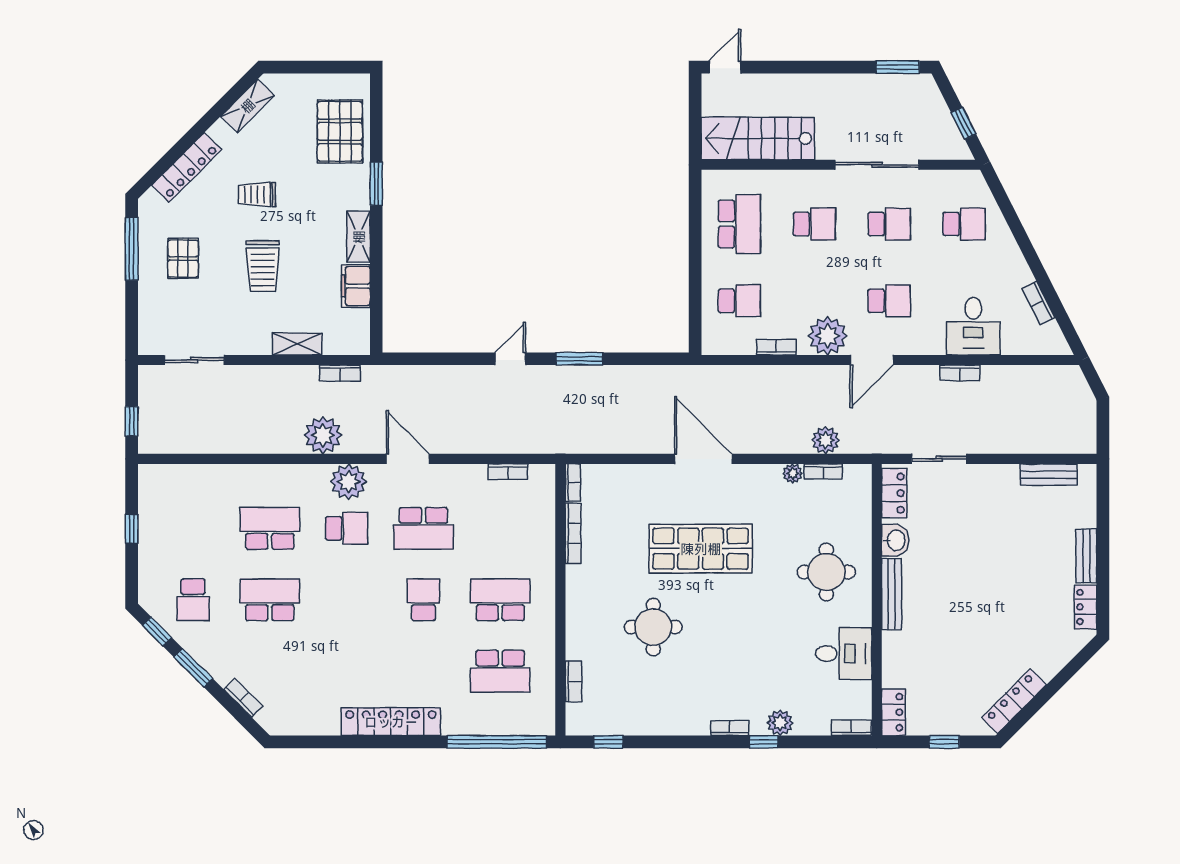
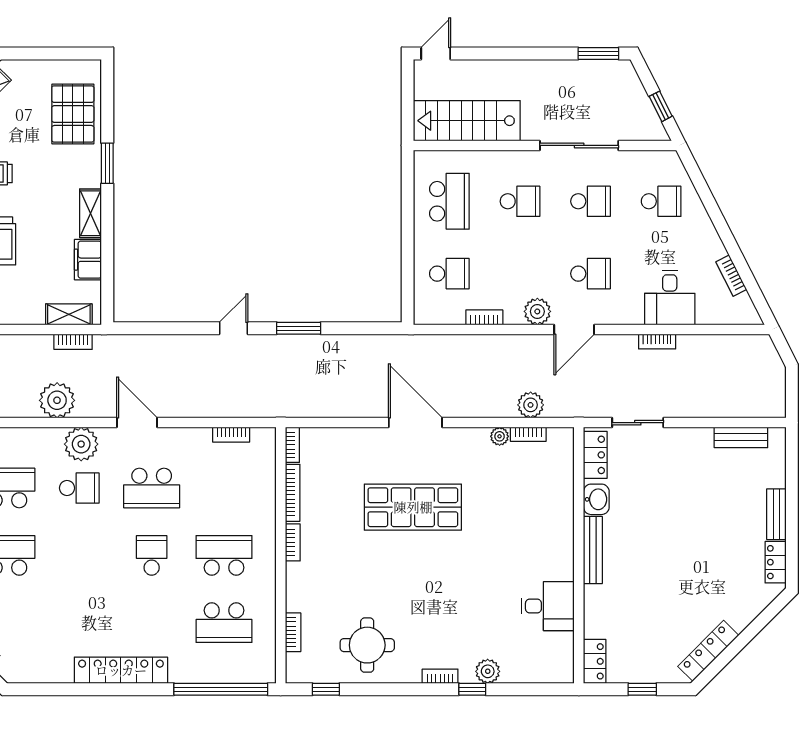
plant: (828, 336) -> (537, 311), width x0.73, depth x0.73
shelving: (297, 344) -> (69, 314), moved
round table: (826, 572) -> (531, 529), removed
round table: (653, 627) -> (367, 645), moved
bookcase: (851, 728) -> (293, 542), moved, turned 90

